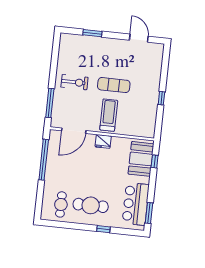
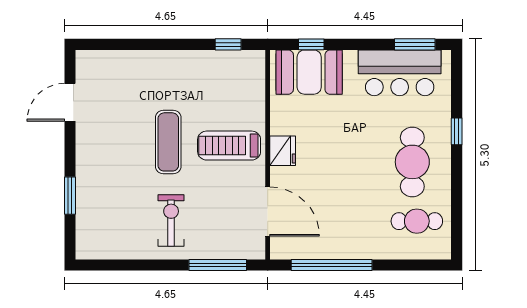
window: (161, 98) -> (228, 44), moved

